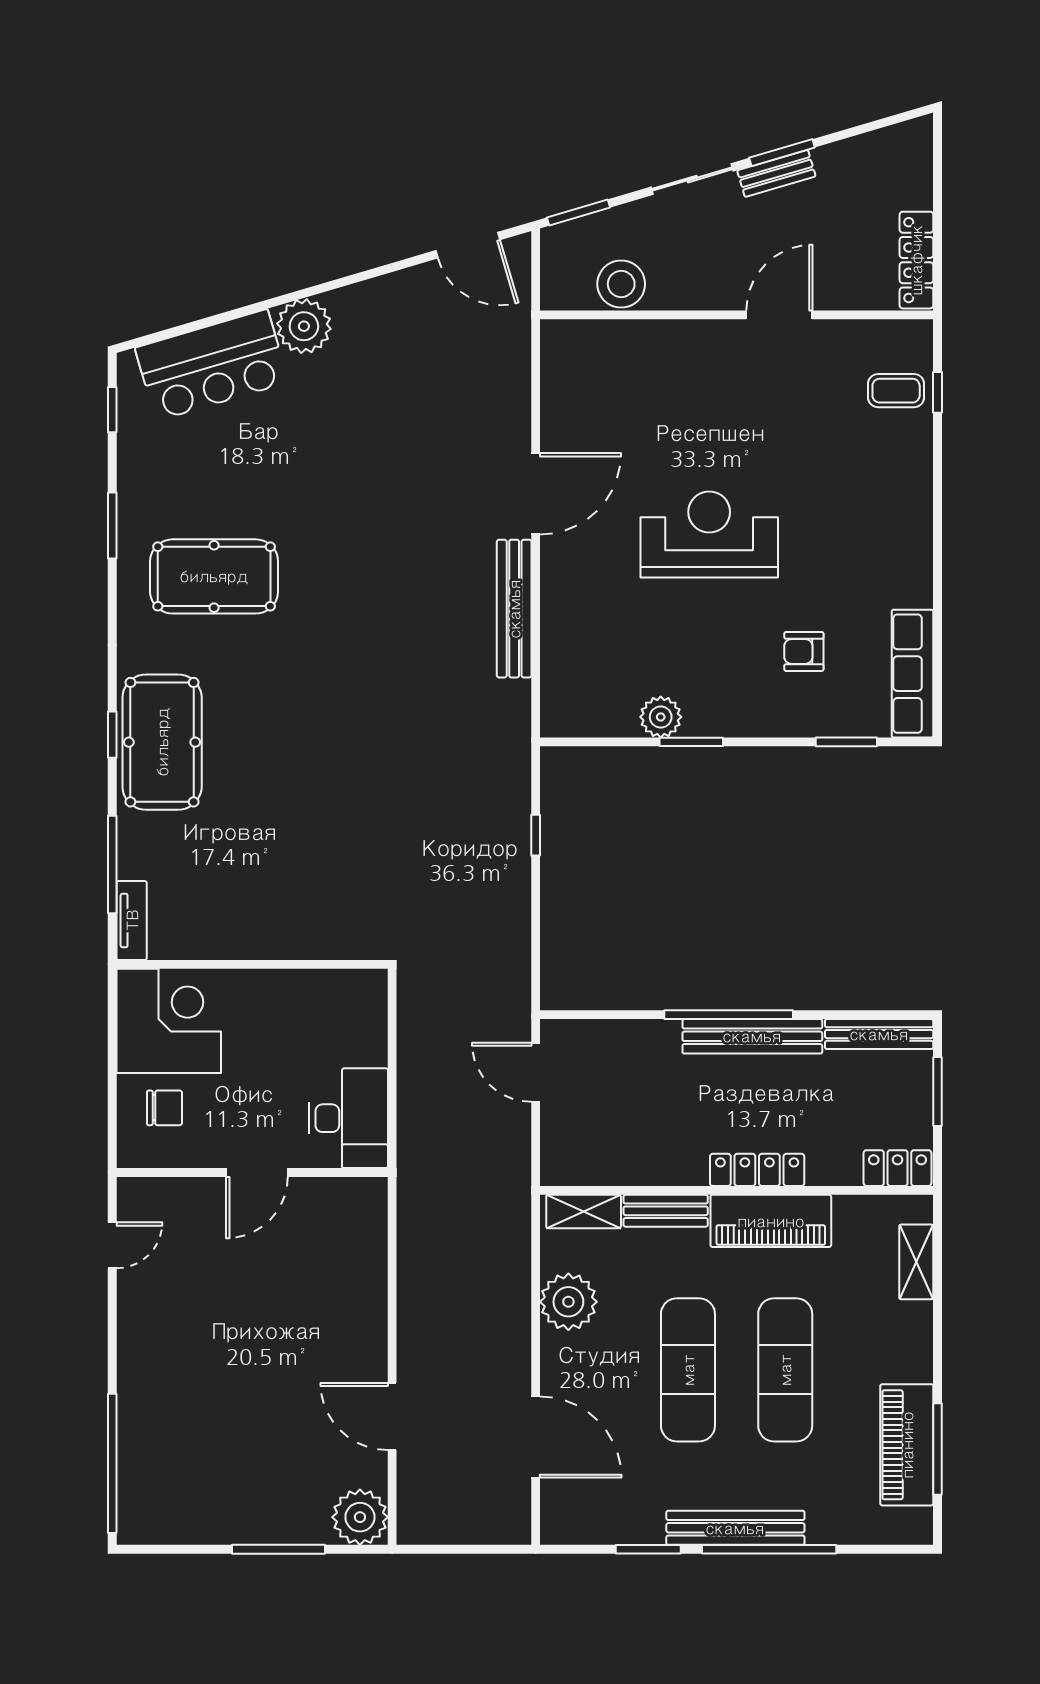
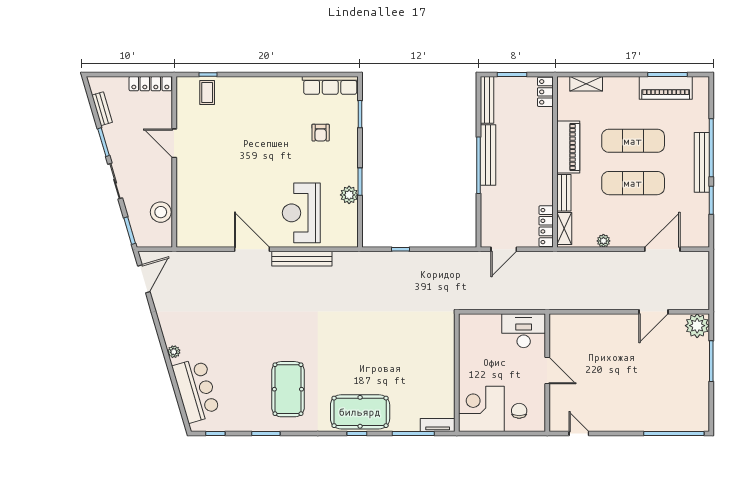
bench: (776, 173) -> (102, 109), moved
plant: (304, 326) -> (174, 352), width x0.53, depth x0.53
reception desk: (709, 534) -> (301, 213), moved
locker: (757, 1170) -> (546, 226), moved
plant: (568, 1302) -> (603, 241), width x0.53, depth x0.53

